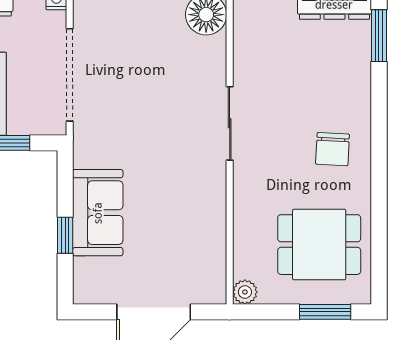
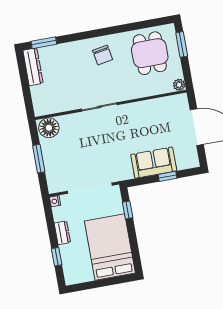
chair: (333, 149) -> (103, 55), turned 77

